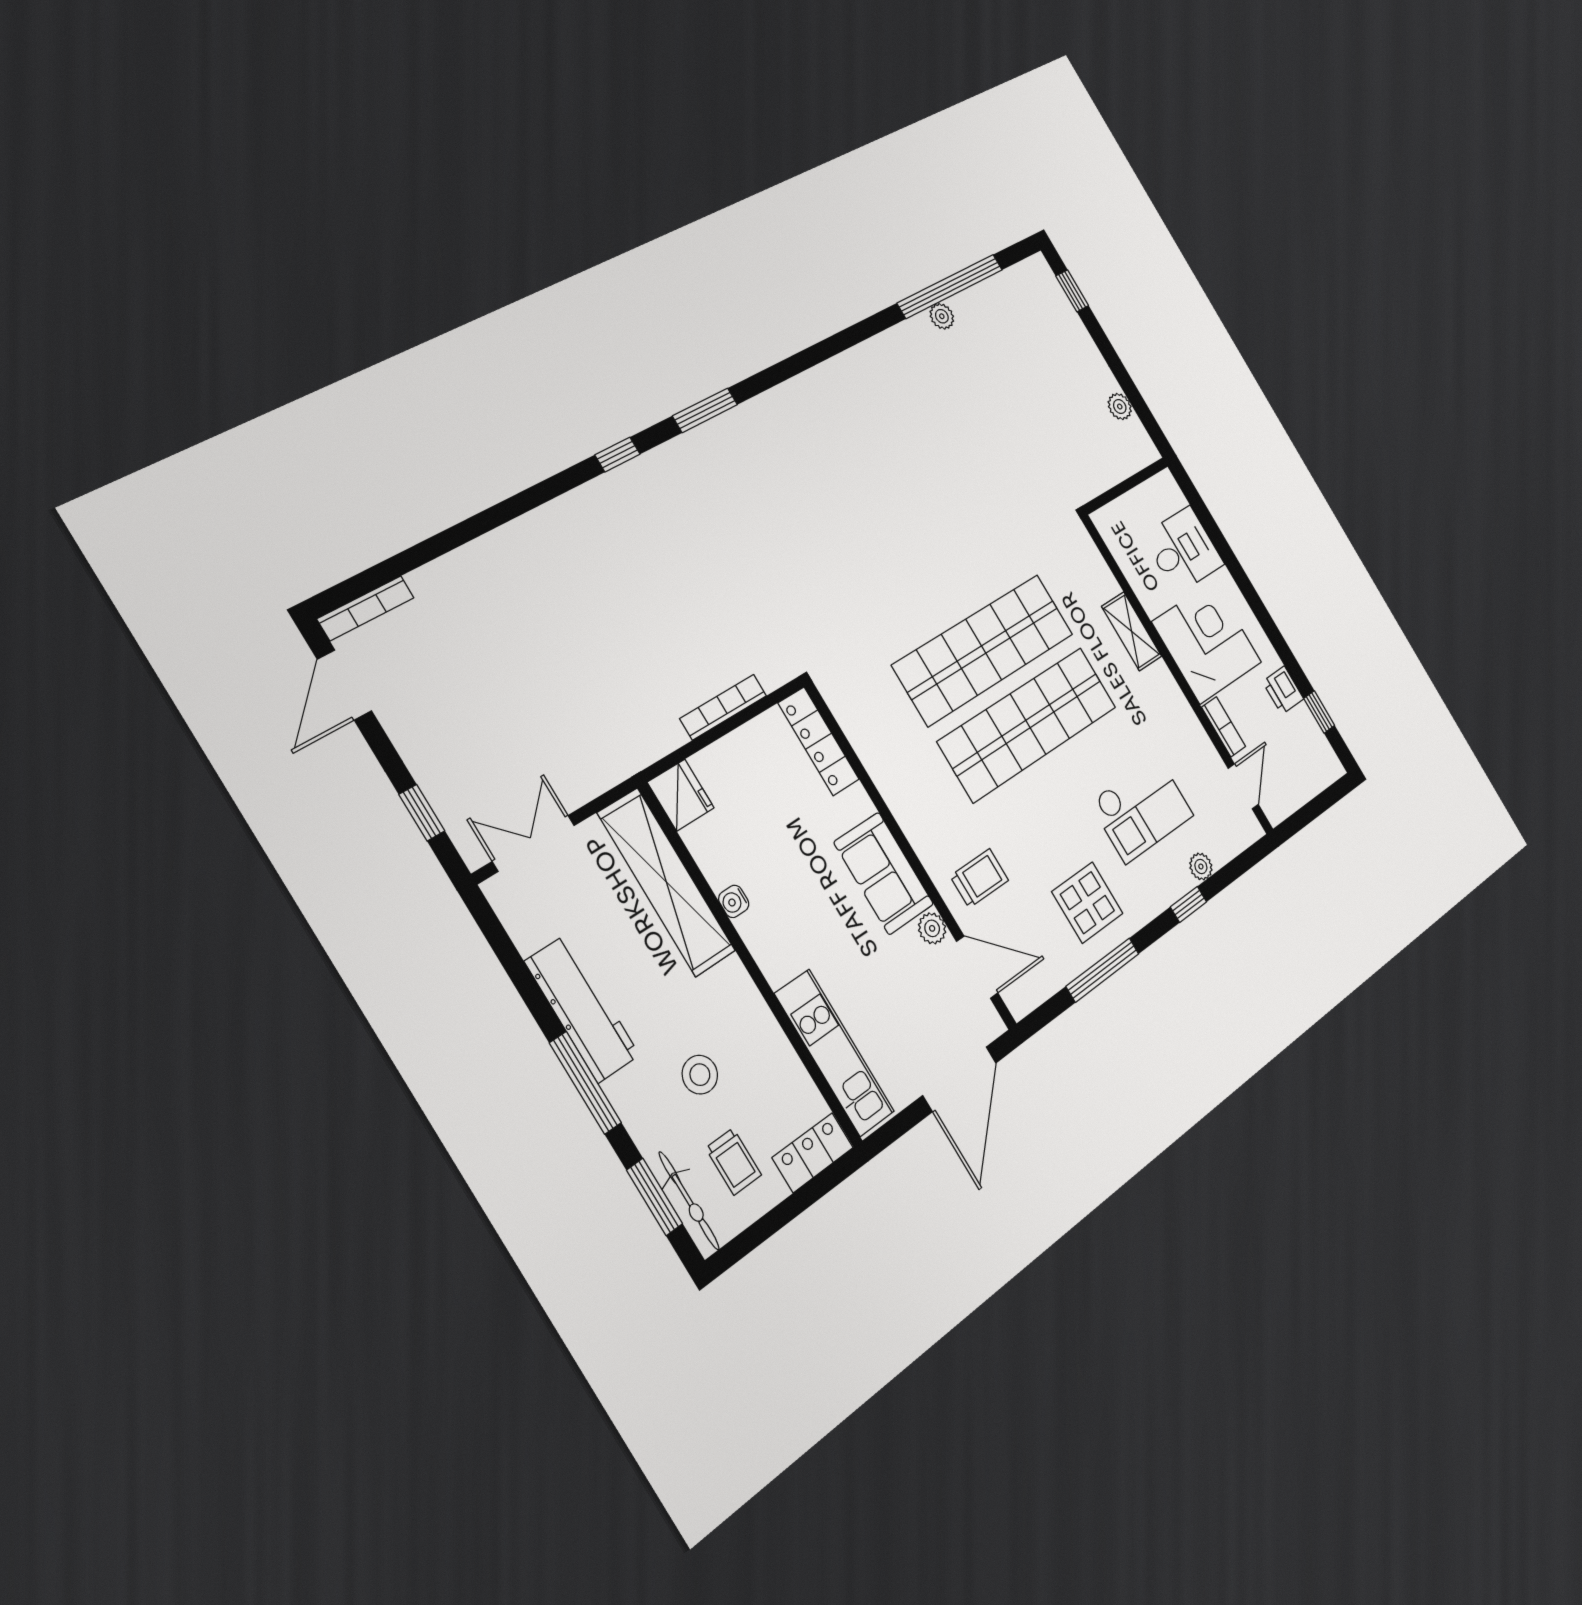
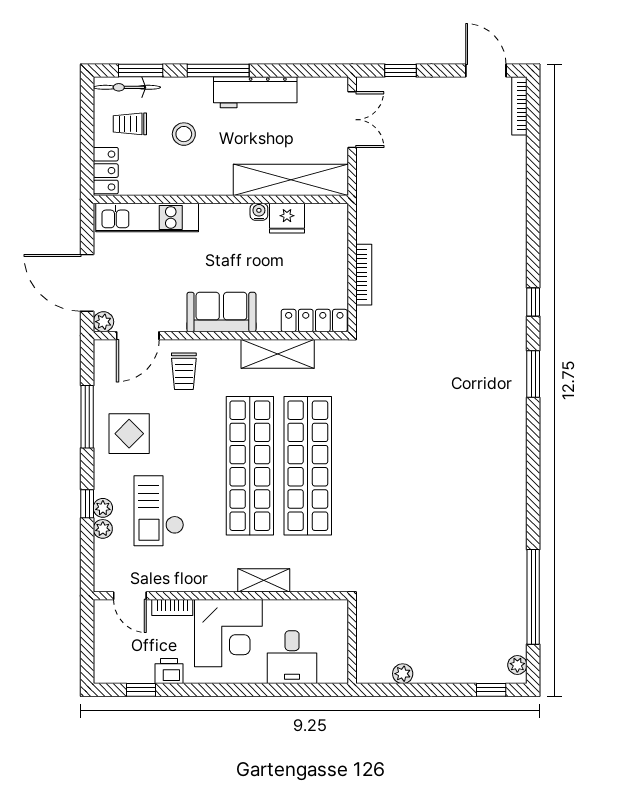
plant: (942, 316) -> (517, 665), moved
shelving: (886, 766) -> (278, 354), added
fridge: (681, 795) -> (287, 218), moved
plant: (1181, 882) -> (103, 508), added
plant: (932, 928) -> (103, 322), moved

